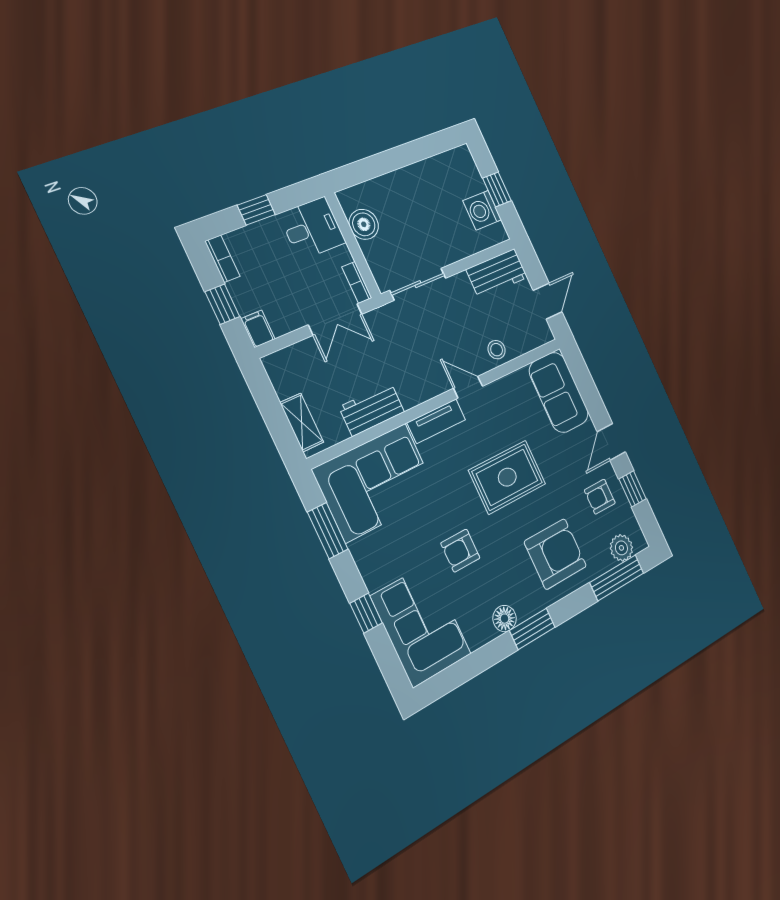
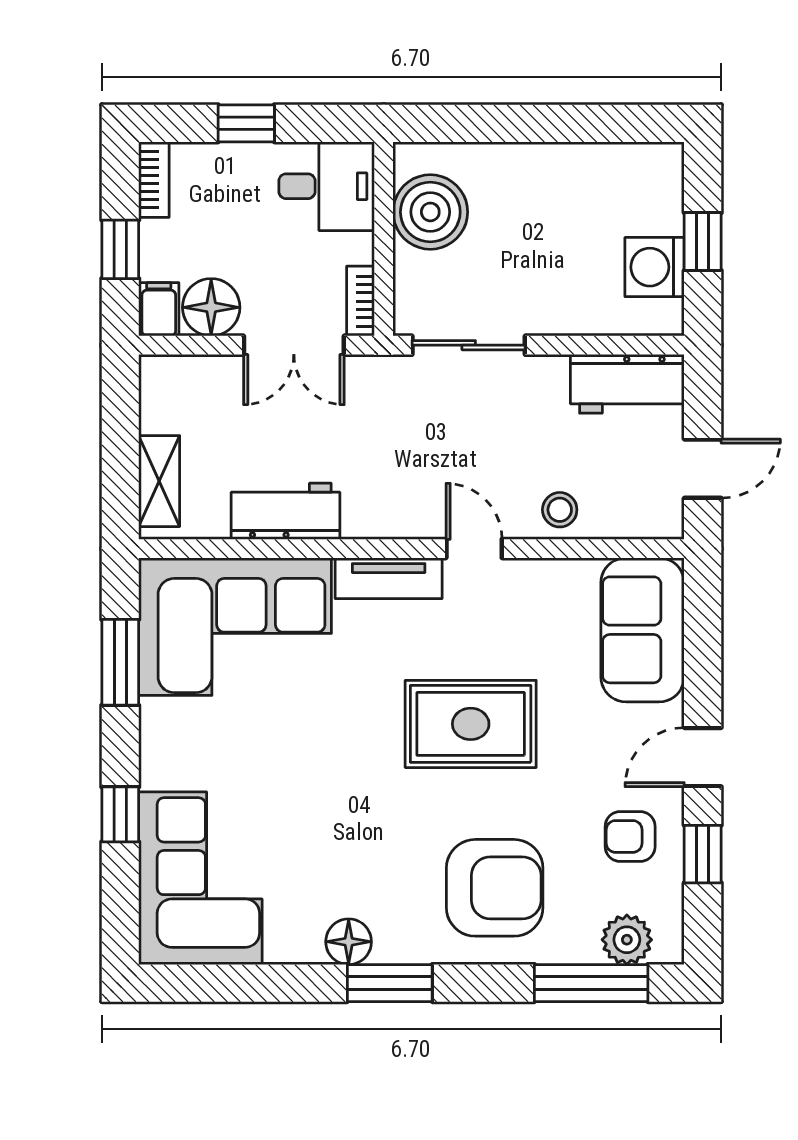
boiler: (364, 224) -> (430, 212), width x1.37, depth x1.37
floor lamp: (284, 317) -> (211, 307), added
armchair: (460, 551) -> (326, 799), removed

